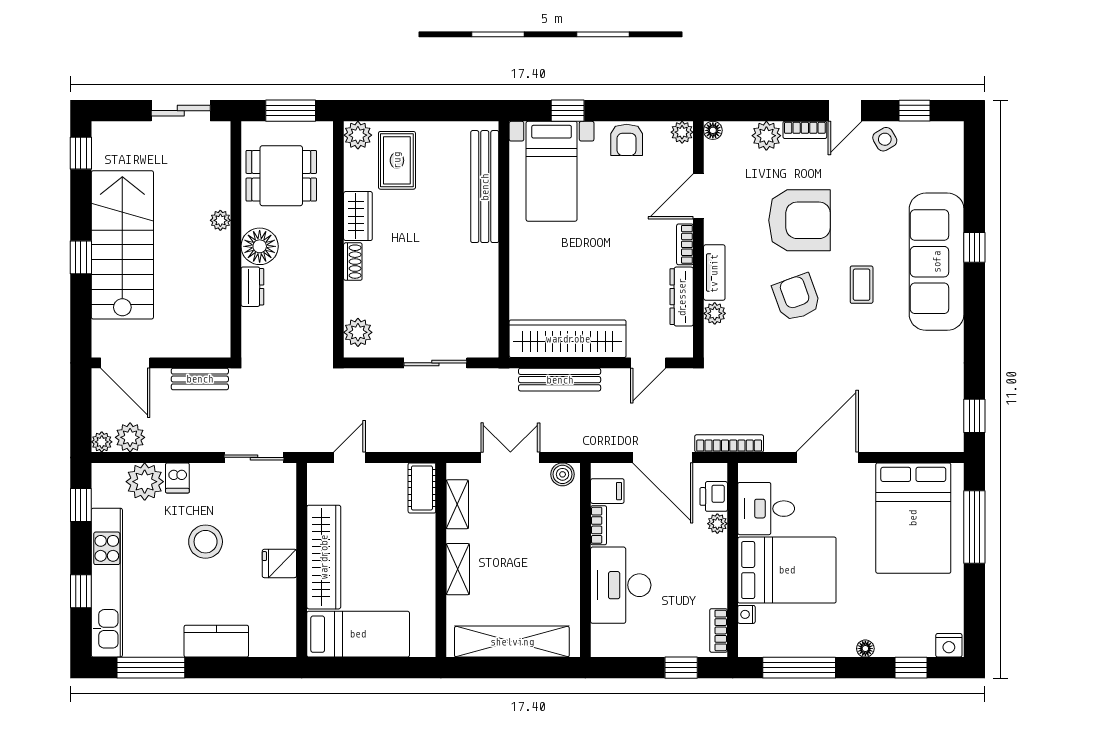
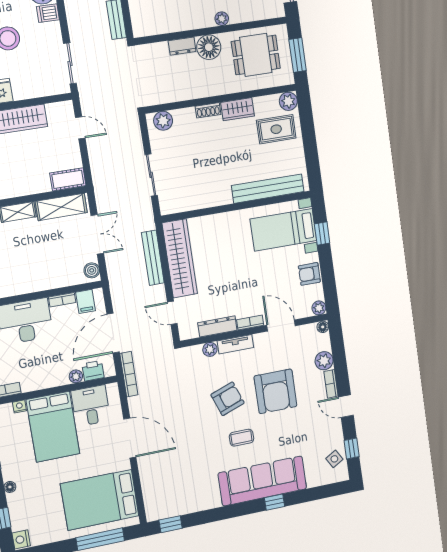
side table: (885, 139) -> (334, 459), moved
dining table: (281, 176) -> (256, 55), turned 90
shelving: (457, 504) -> (61, 207), width x1.50, depth x1.33

